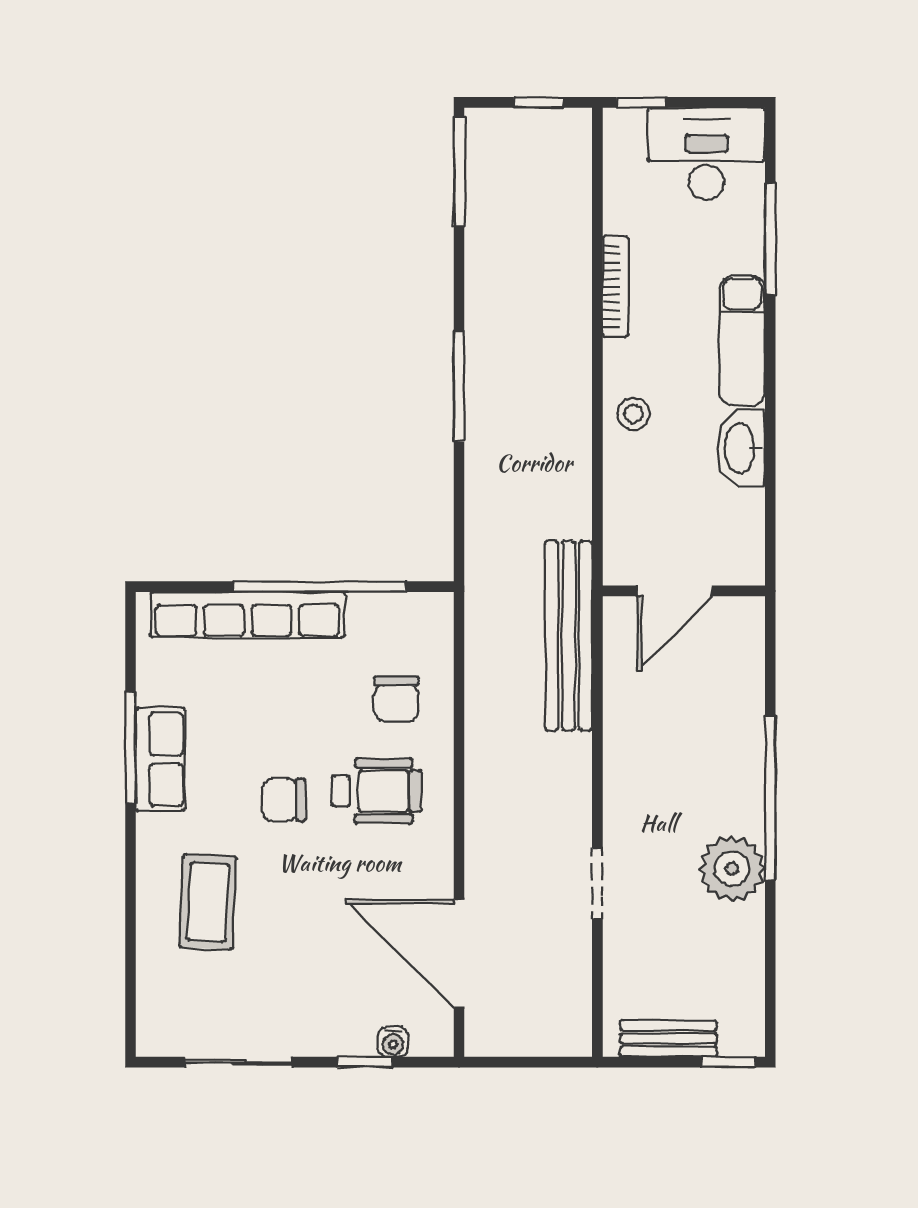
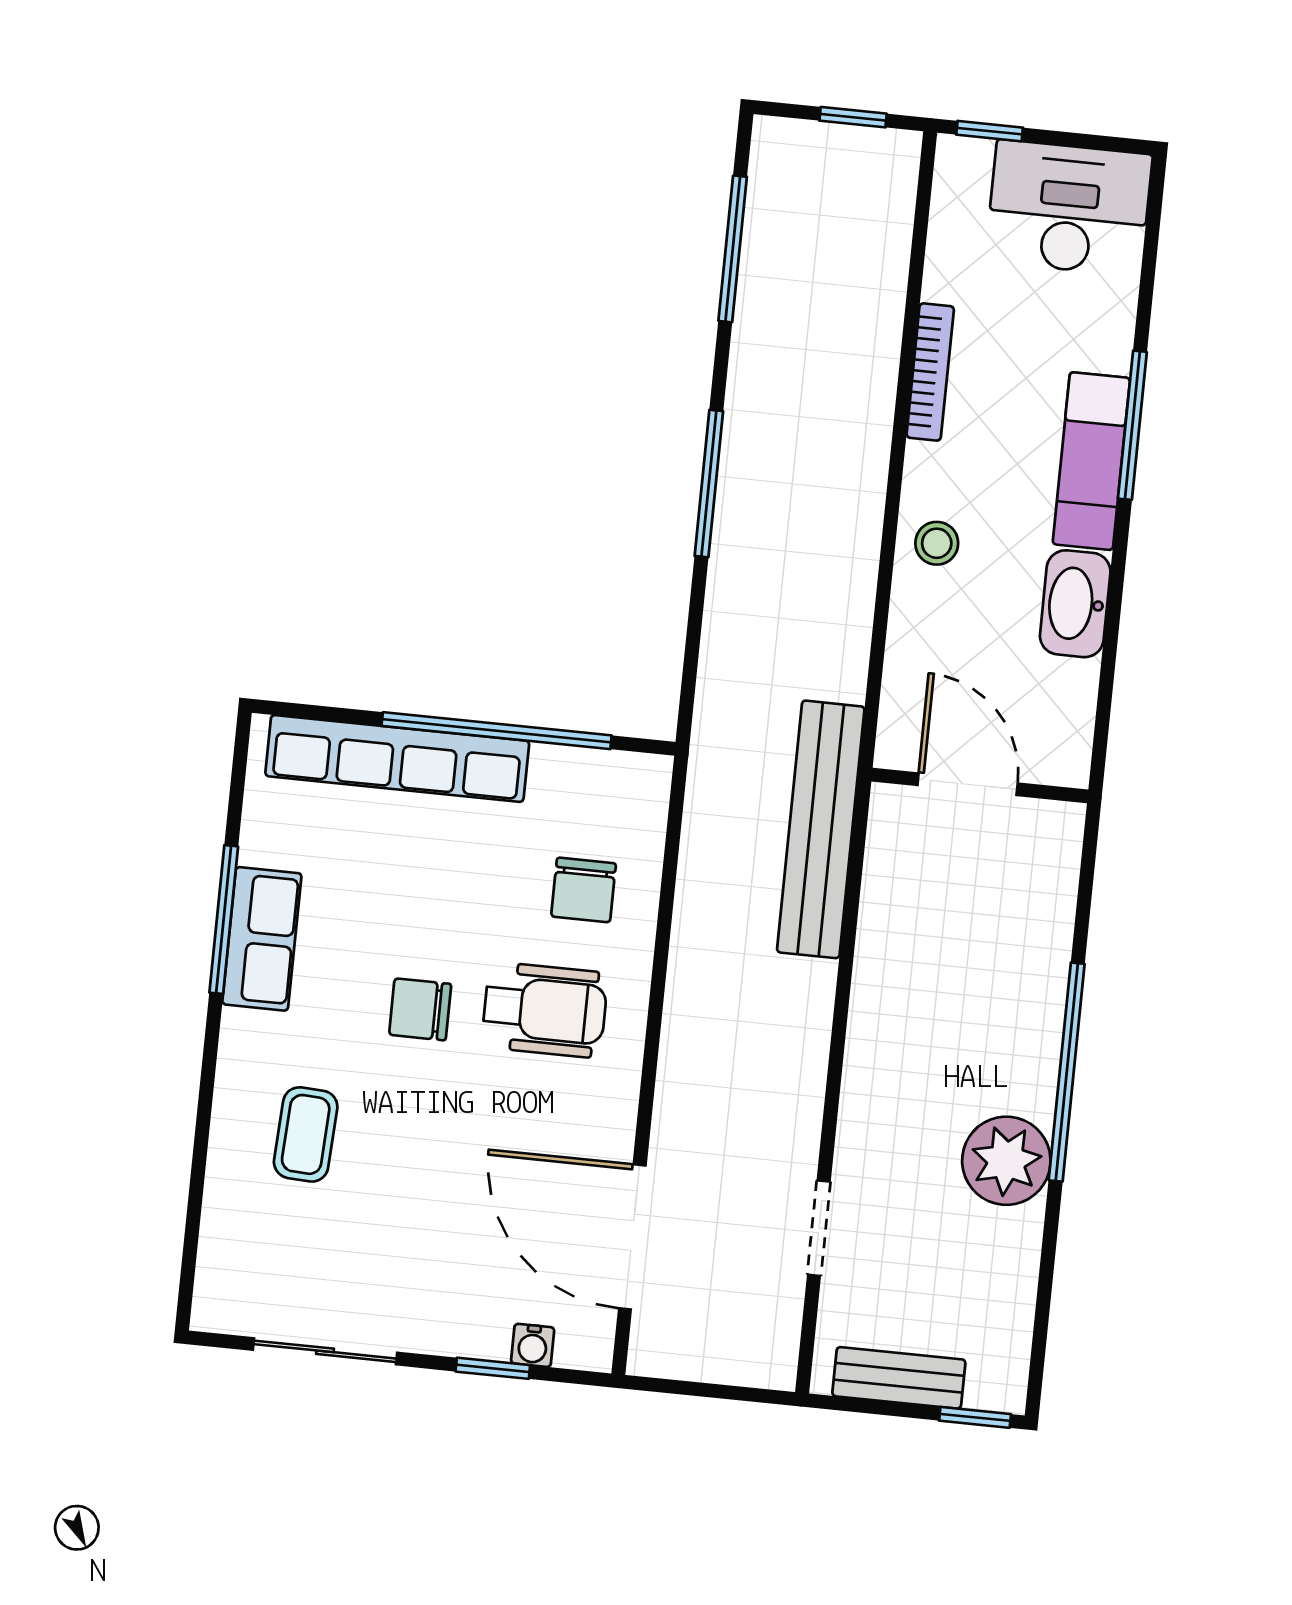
window: (459, 172) -> (733, 249), moved
window: (770, 239) -> (1132, 425), moved
door: (675, 591) -> (968, 784), swing flipped
doorway: (597, 883) -> (819, 1228), moved
coffee table: (208, 902) -> (306, 1134), width x0.73, depth x0.77

